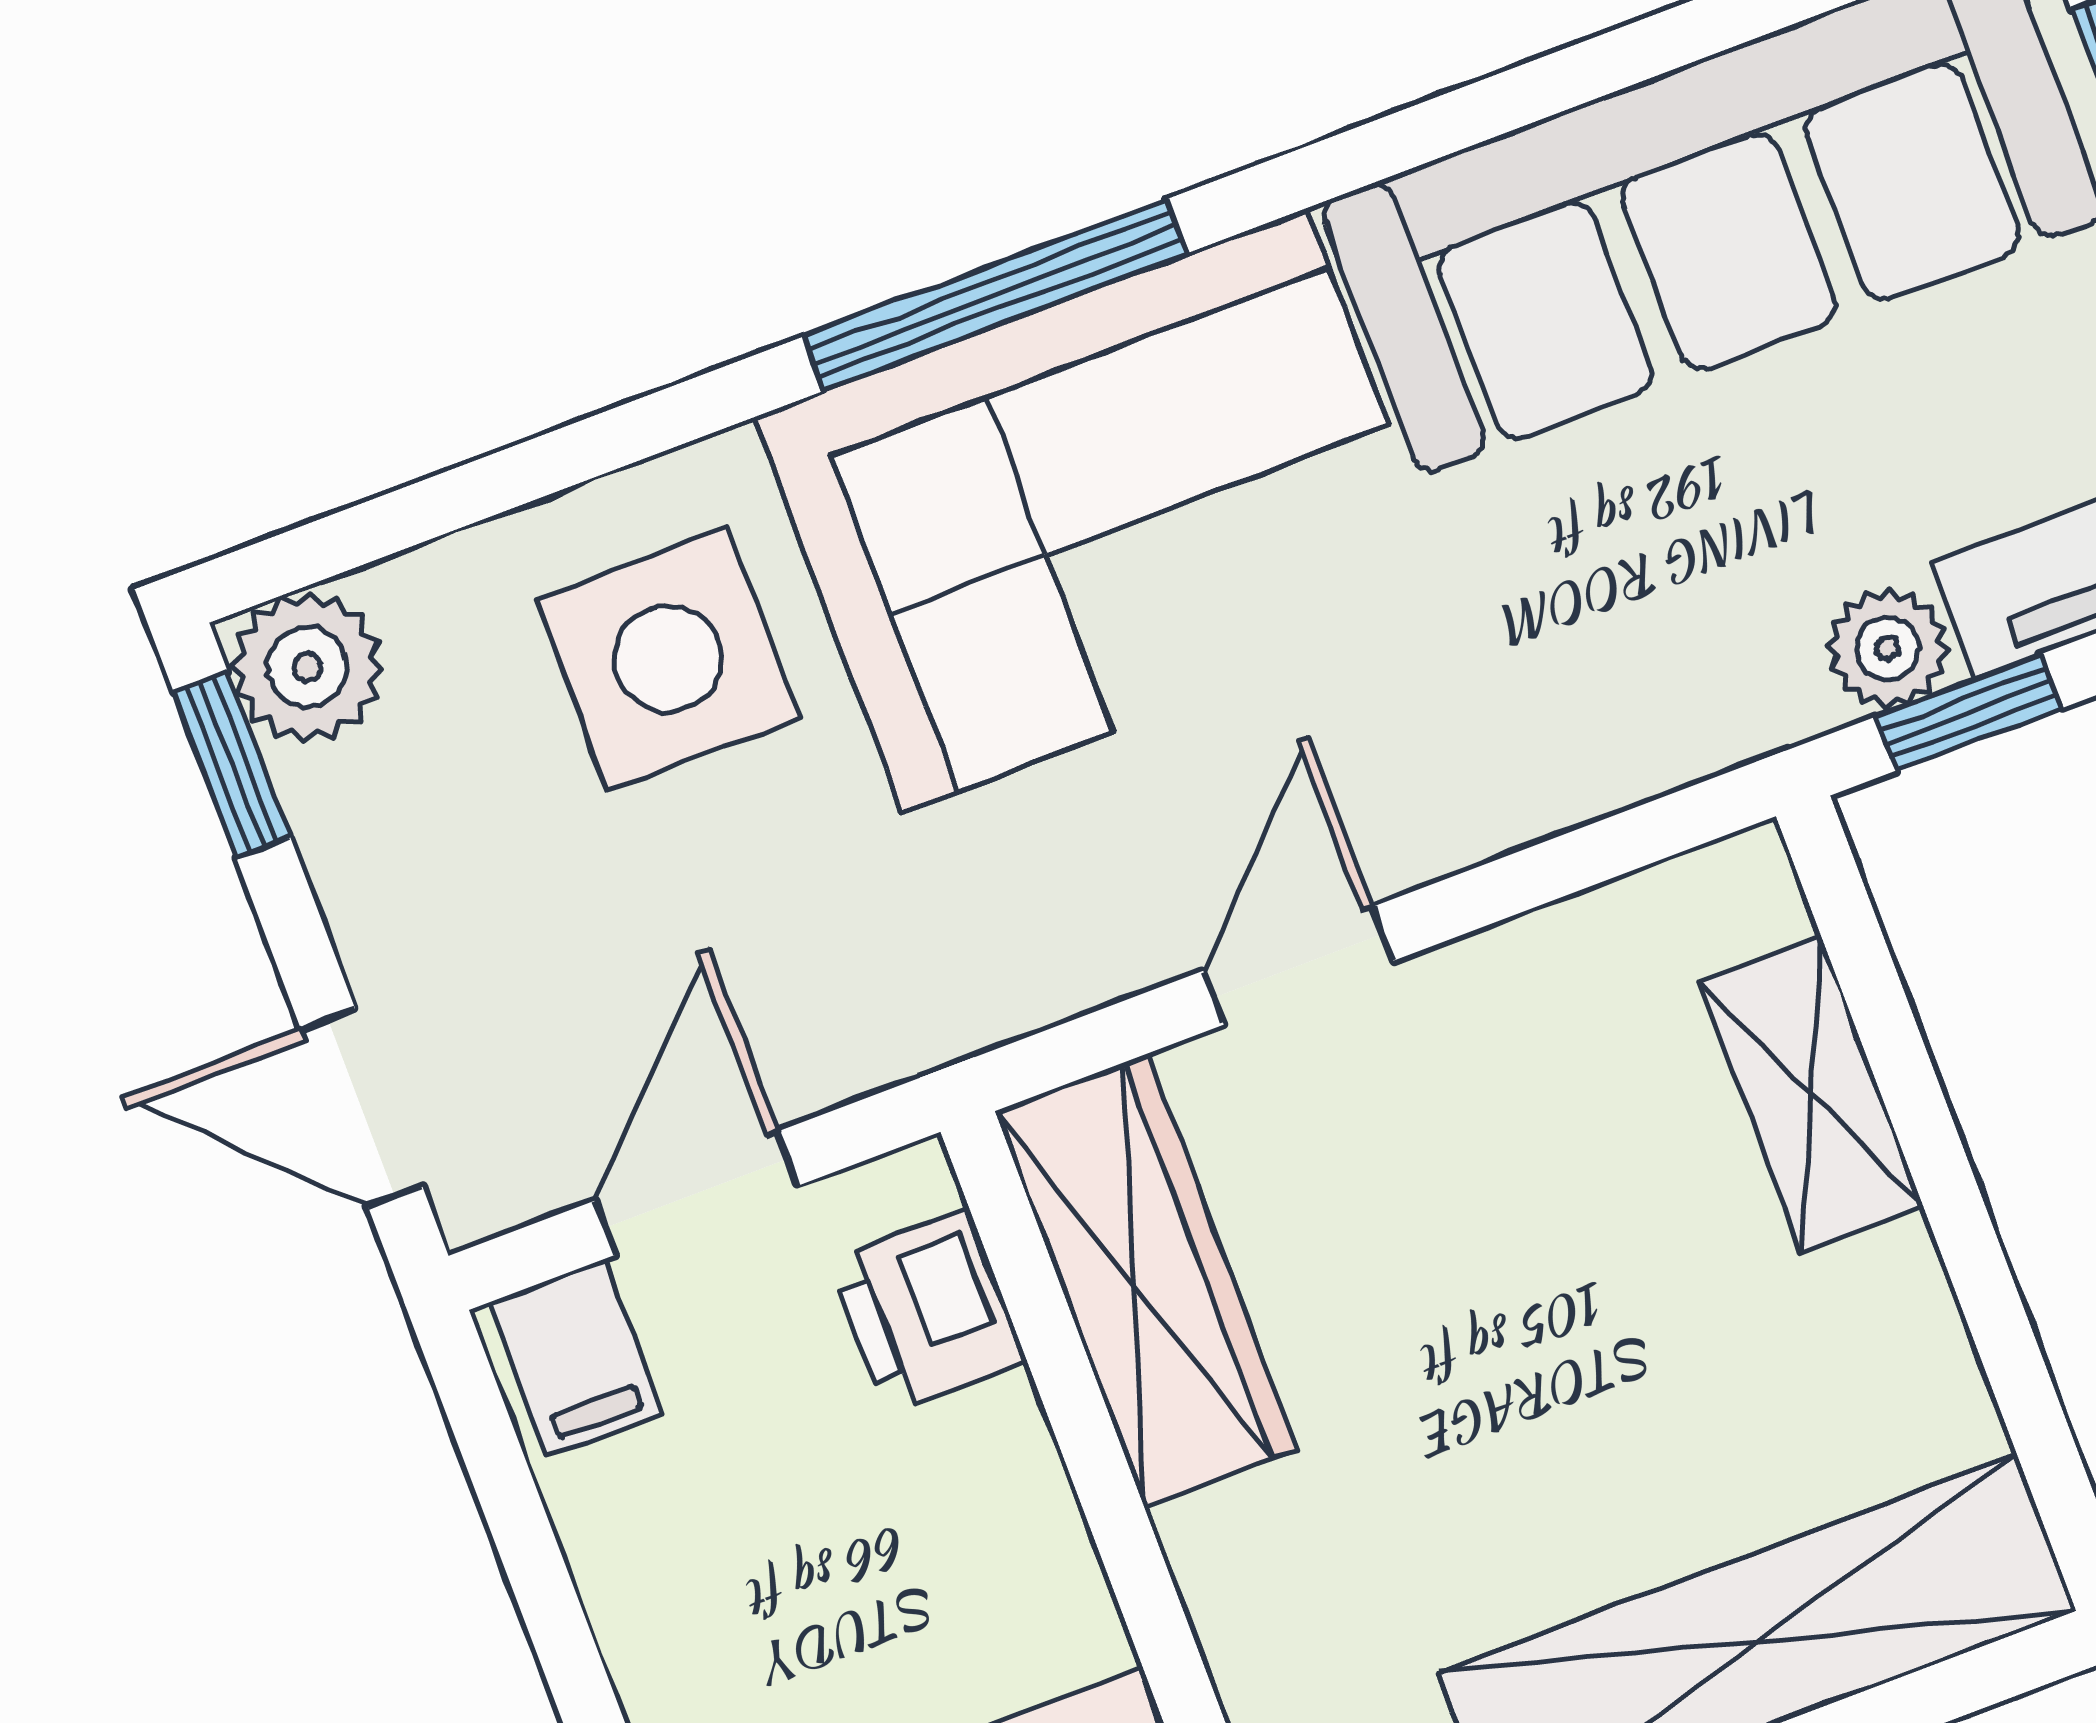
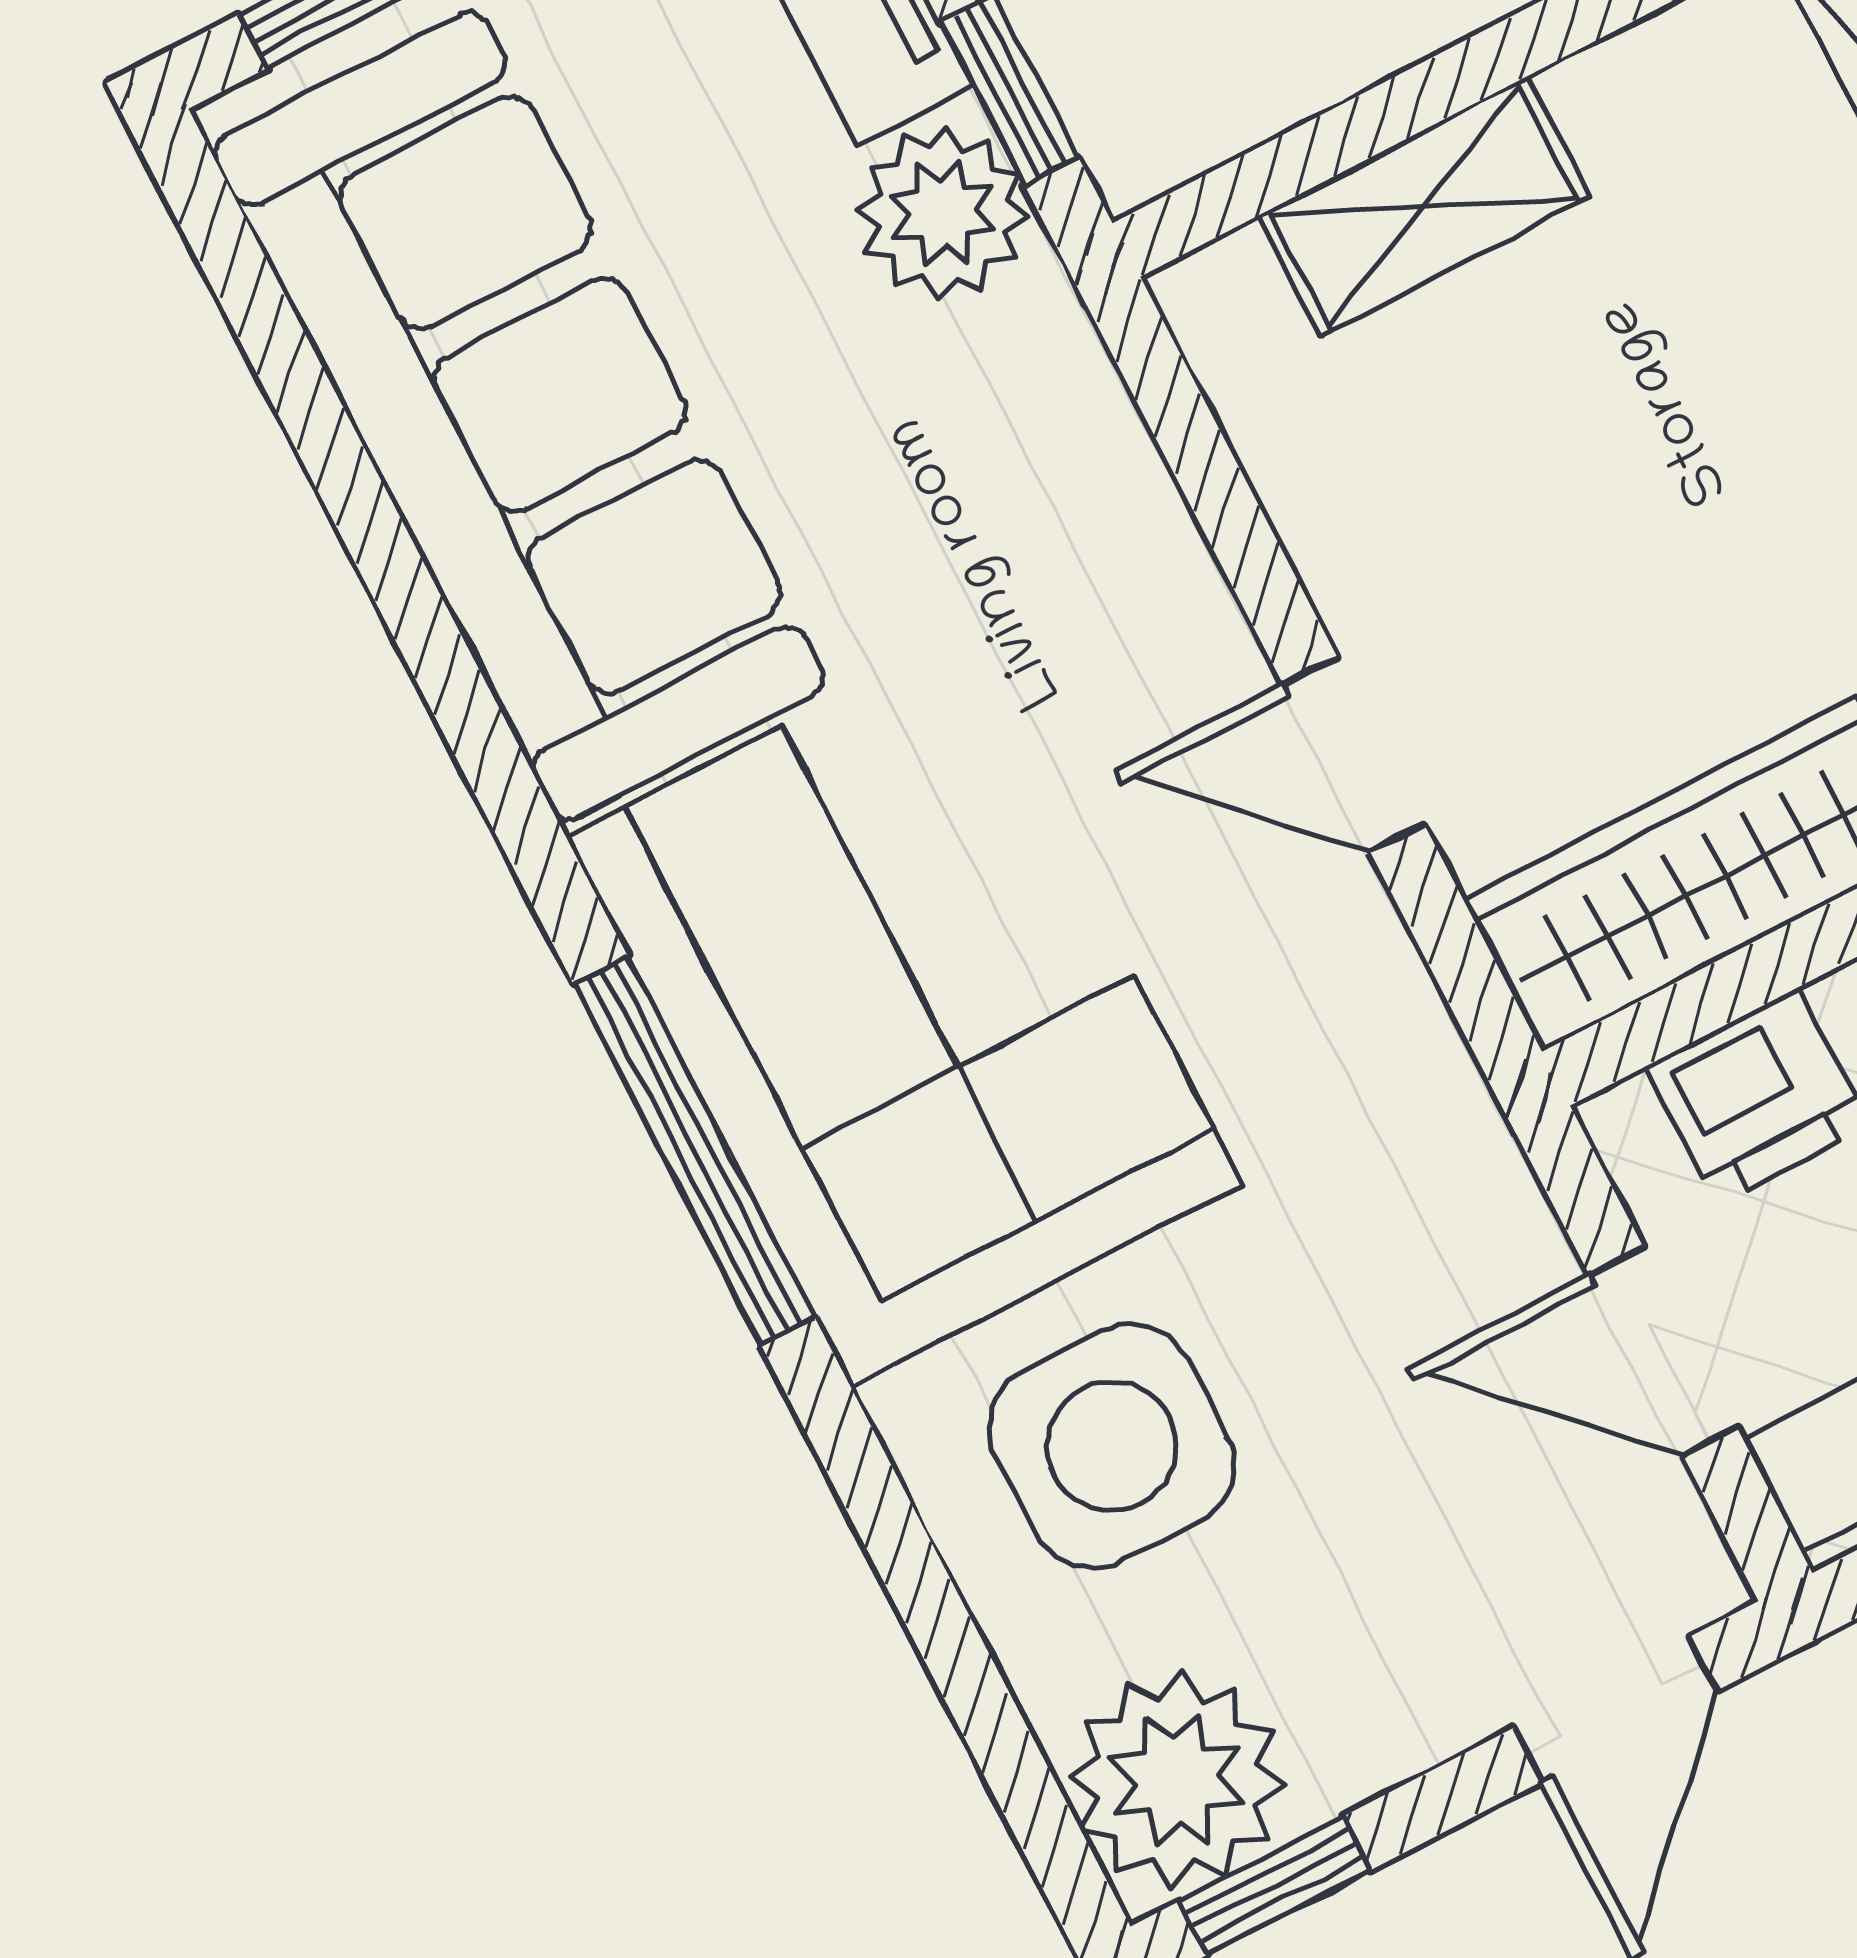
plant: (1888, 648) -> (942, 213), width x1.38, depth x1.38
plant: (307, 667) -> (1177, 1780), width x1.36, depth x1.36

